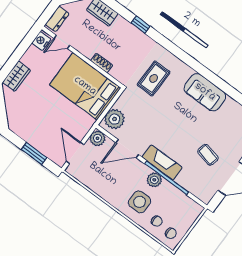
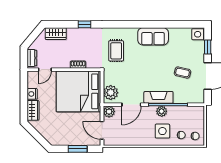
nightstand: (41, 41) -> (32, 94), moved
bed: (85, 86) -> (79, 91), width x1.36

